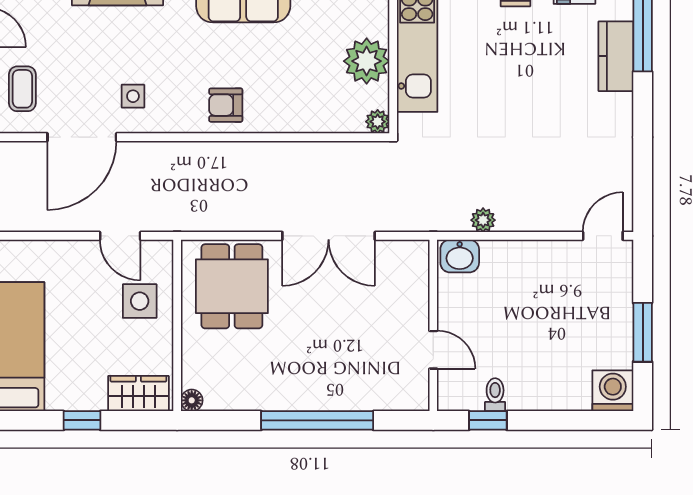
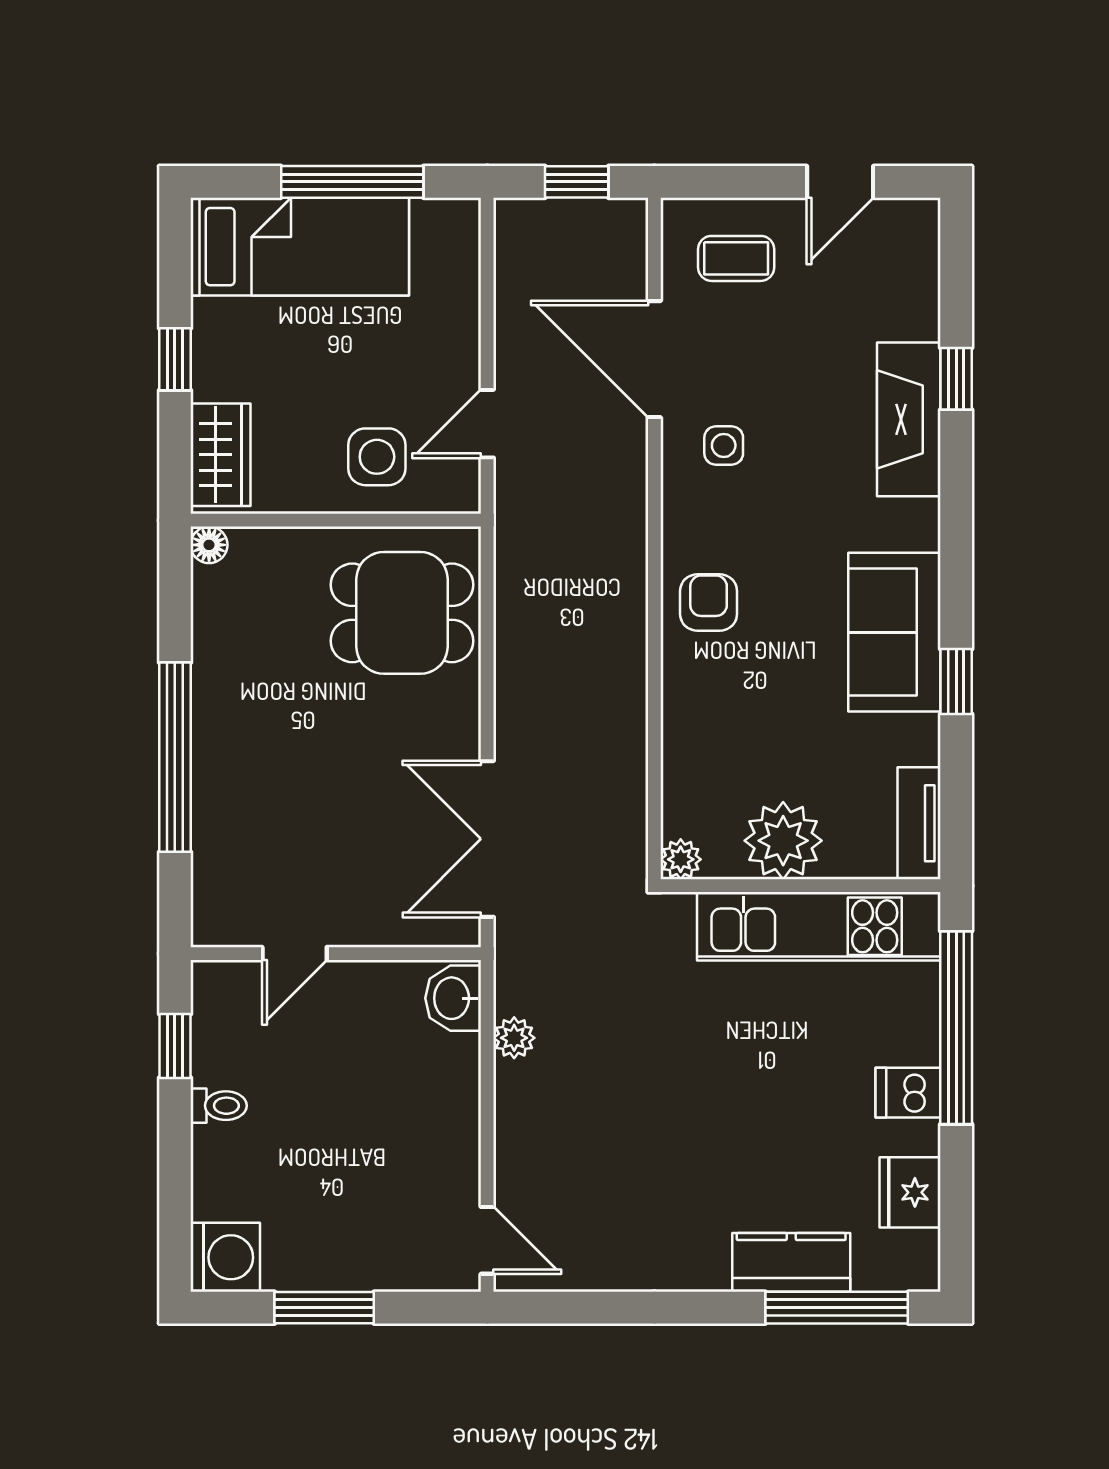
double door: (329, 236) -> (487, 839), moved
toilet: (495, 395) -> (219, 1106), moved

